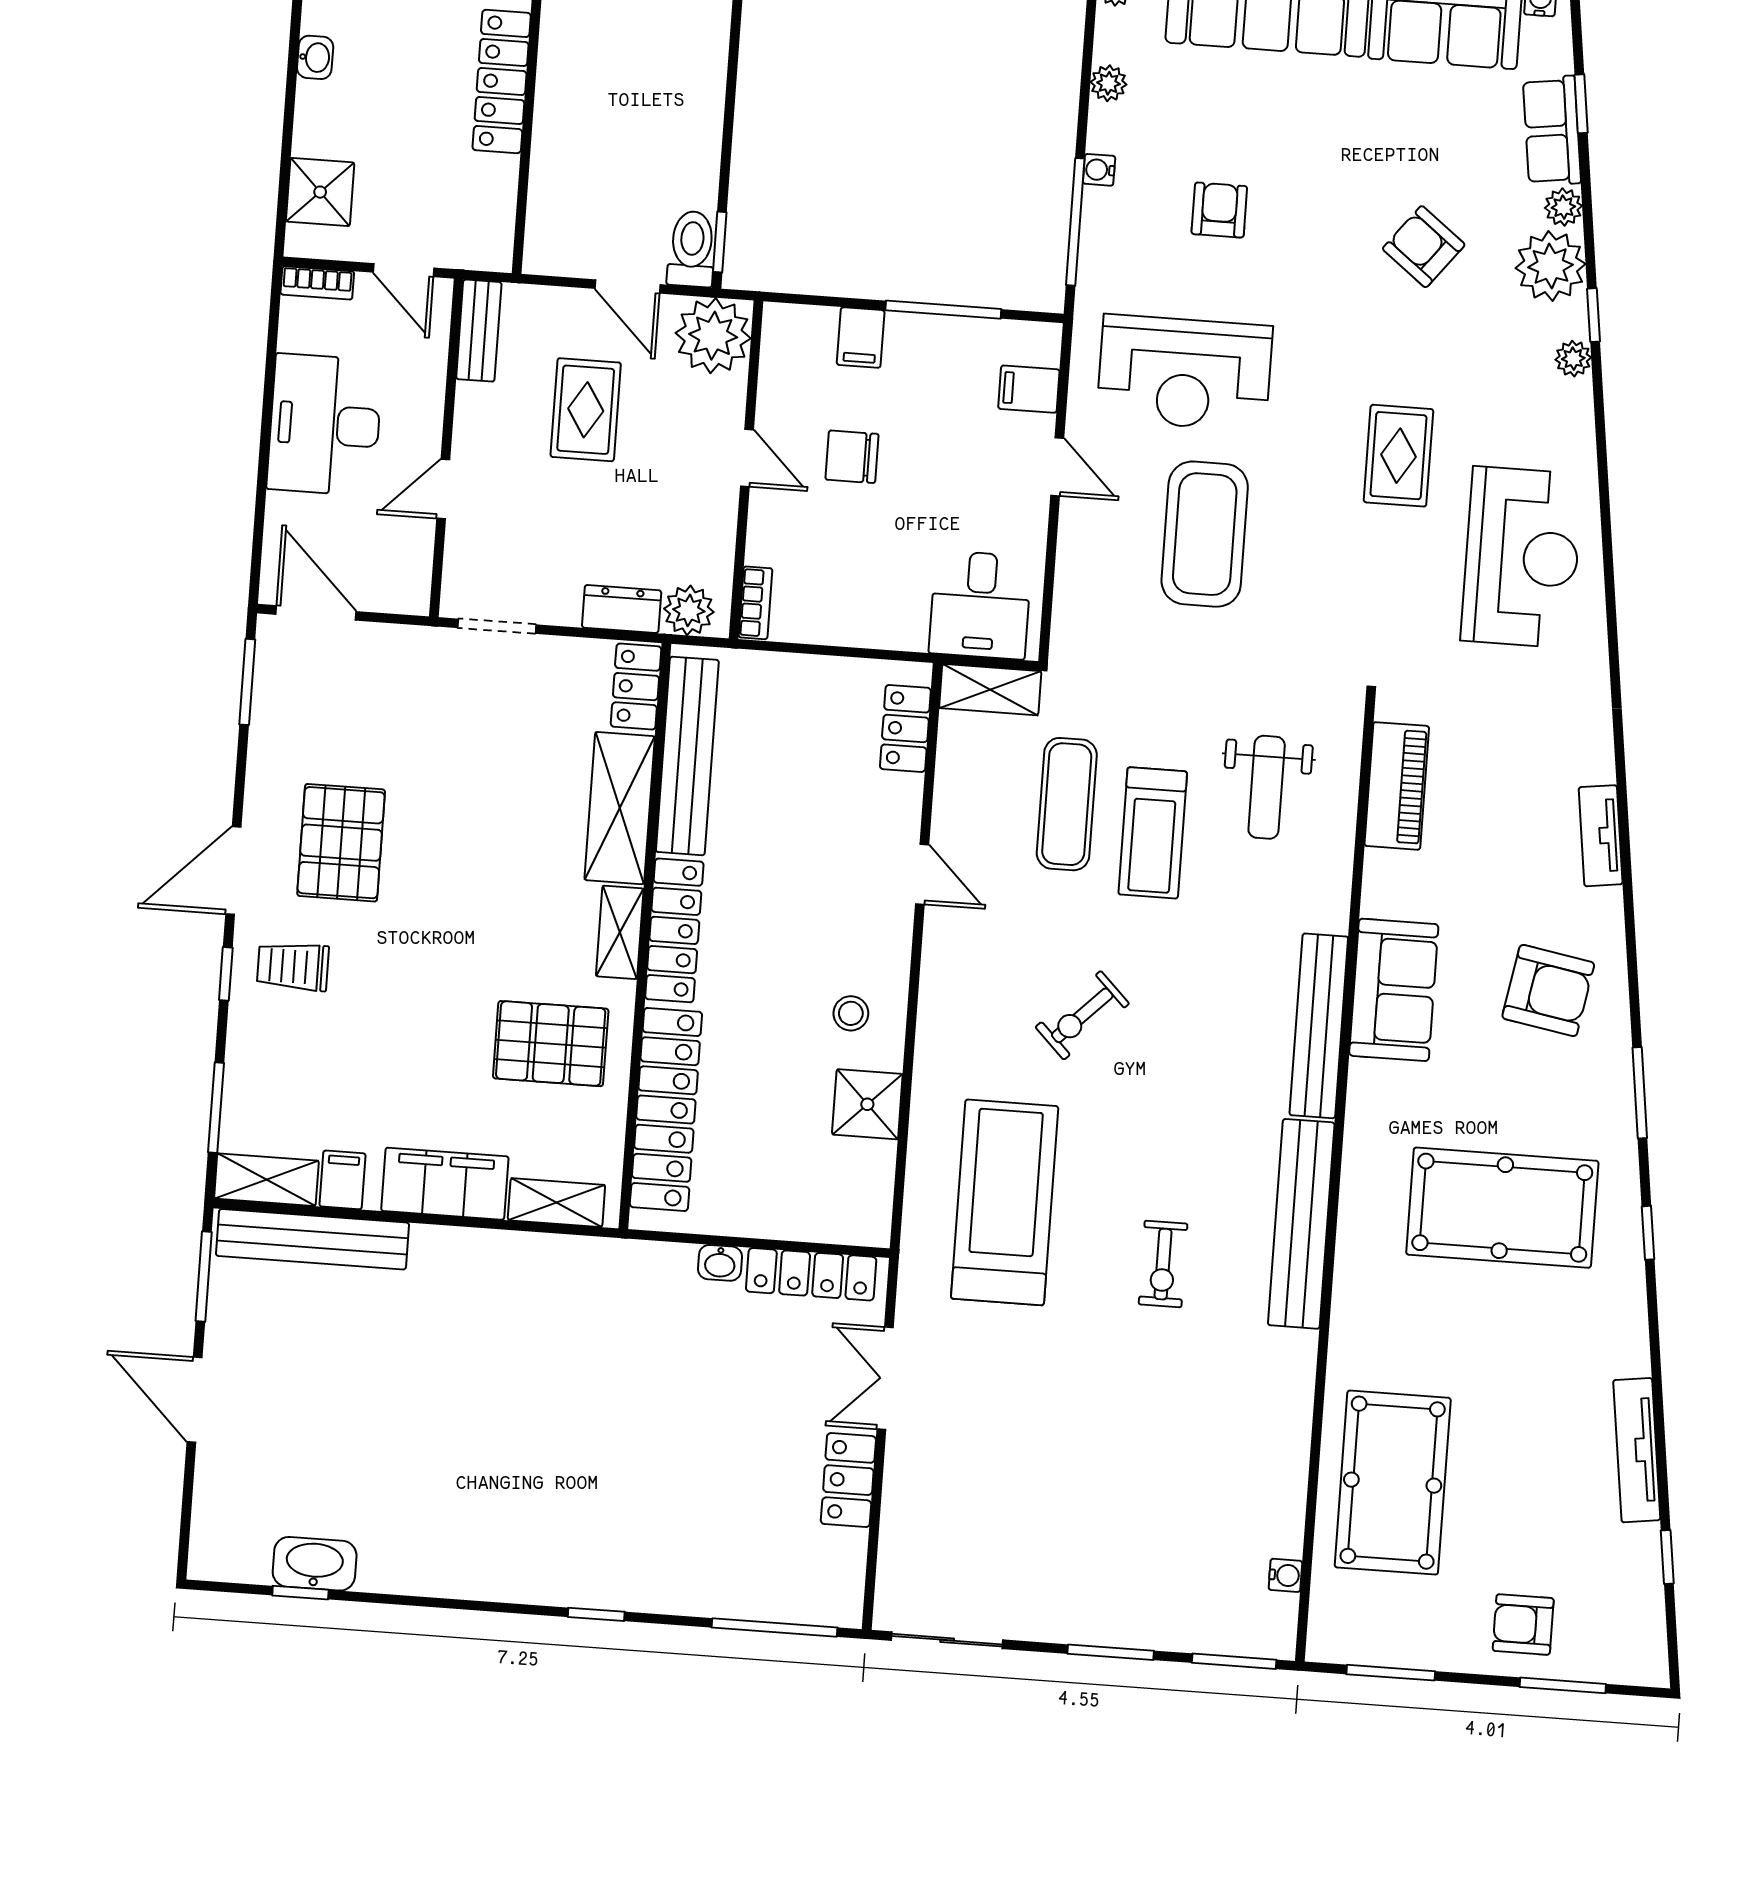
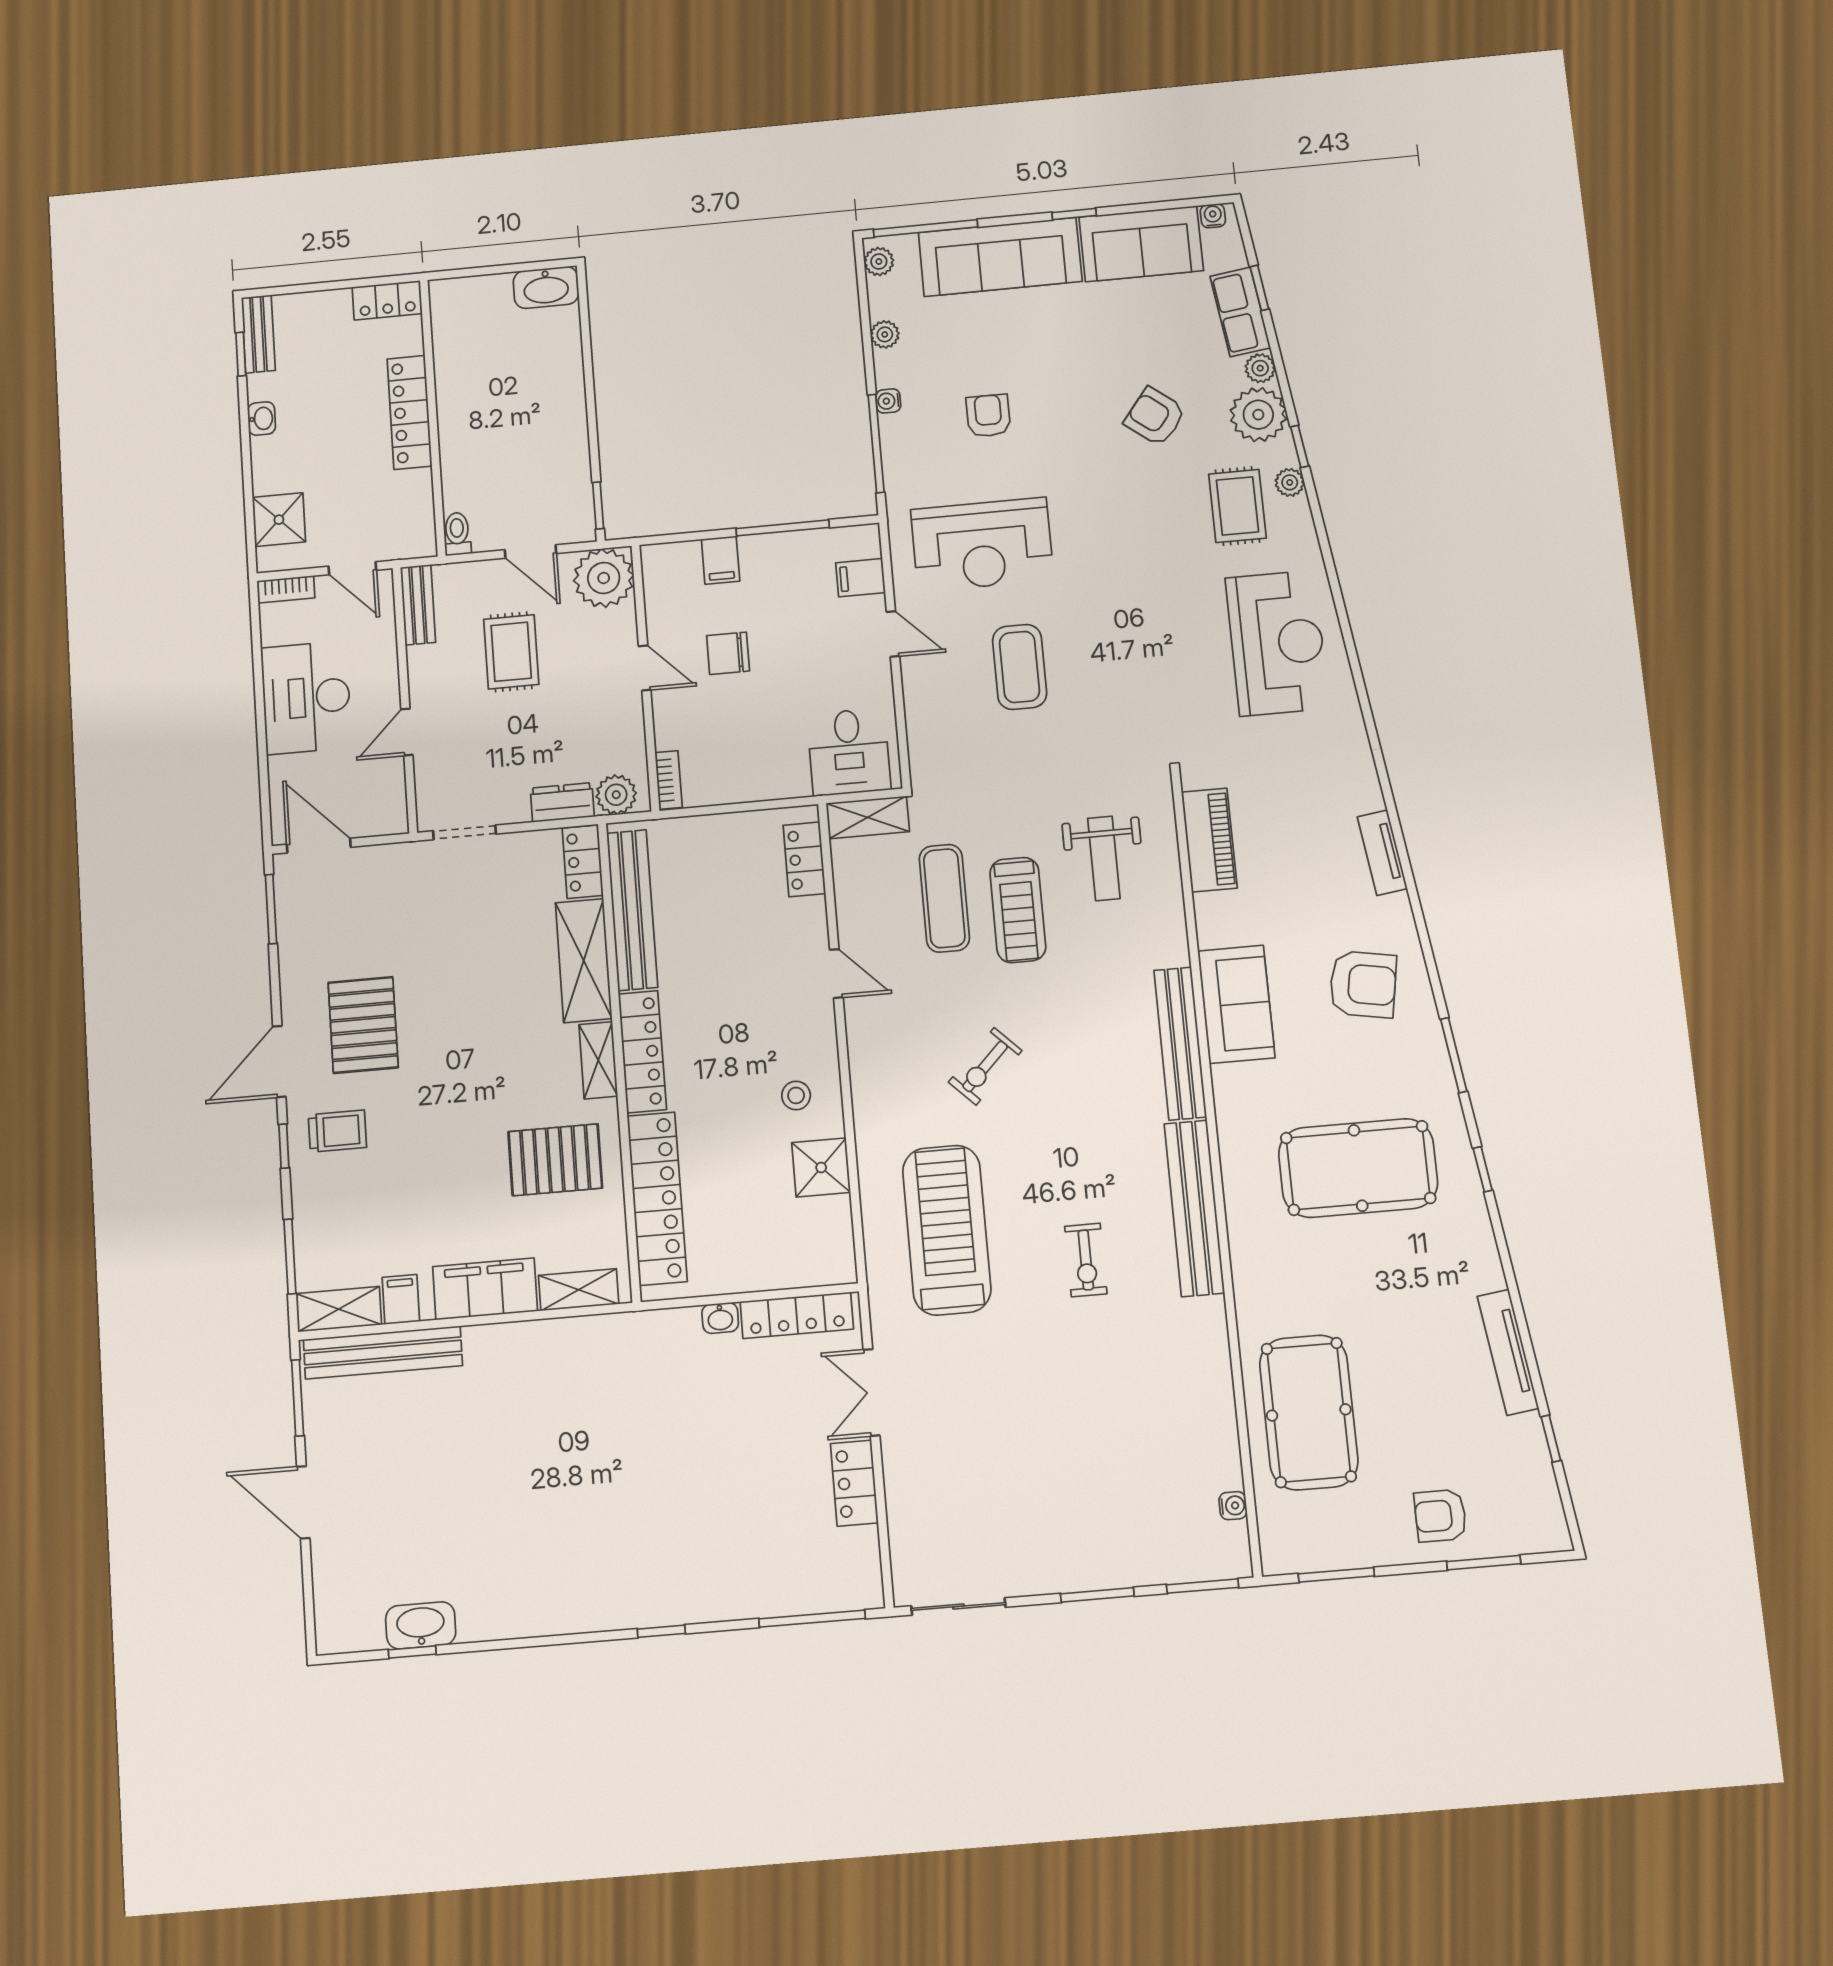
toilet: (692, 249) -> (457, 534), moved, width x0.73, depth x0.72
rug: (1398, 456) -> (1238, 506), moved
coffee table: (1205, 534) -> (1020, 667), width x0.73, depth x0.76
trolley: (293, 966) -> (337, 1131), turned 180

